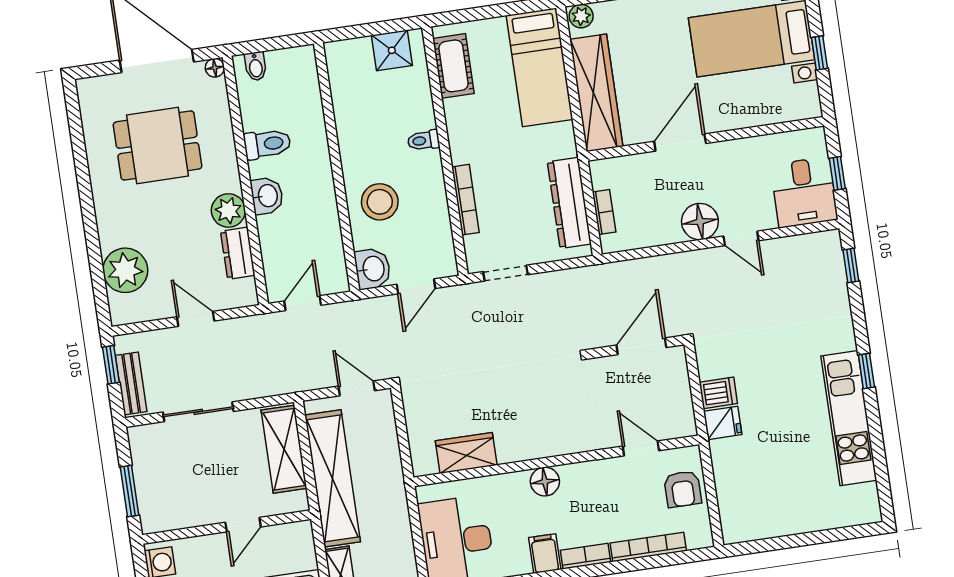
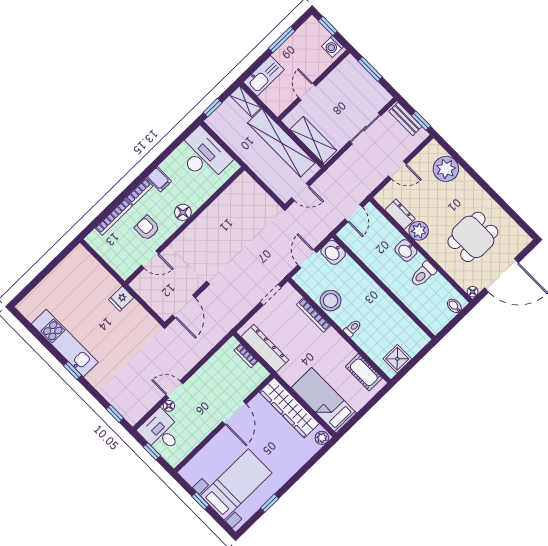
stool: (380, 202) -> (331, 301), moved
floor lamp: (700, 222) -> (169, 406), moved, width x0.53, depth x0.53
dishwasher: (718, 393) -> (133, 311), removed
wardrobe: (466, 453) -> (229, 199), removed
armchair: (683, 489) -> (147, 228), moved

